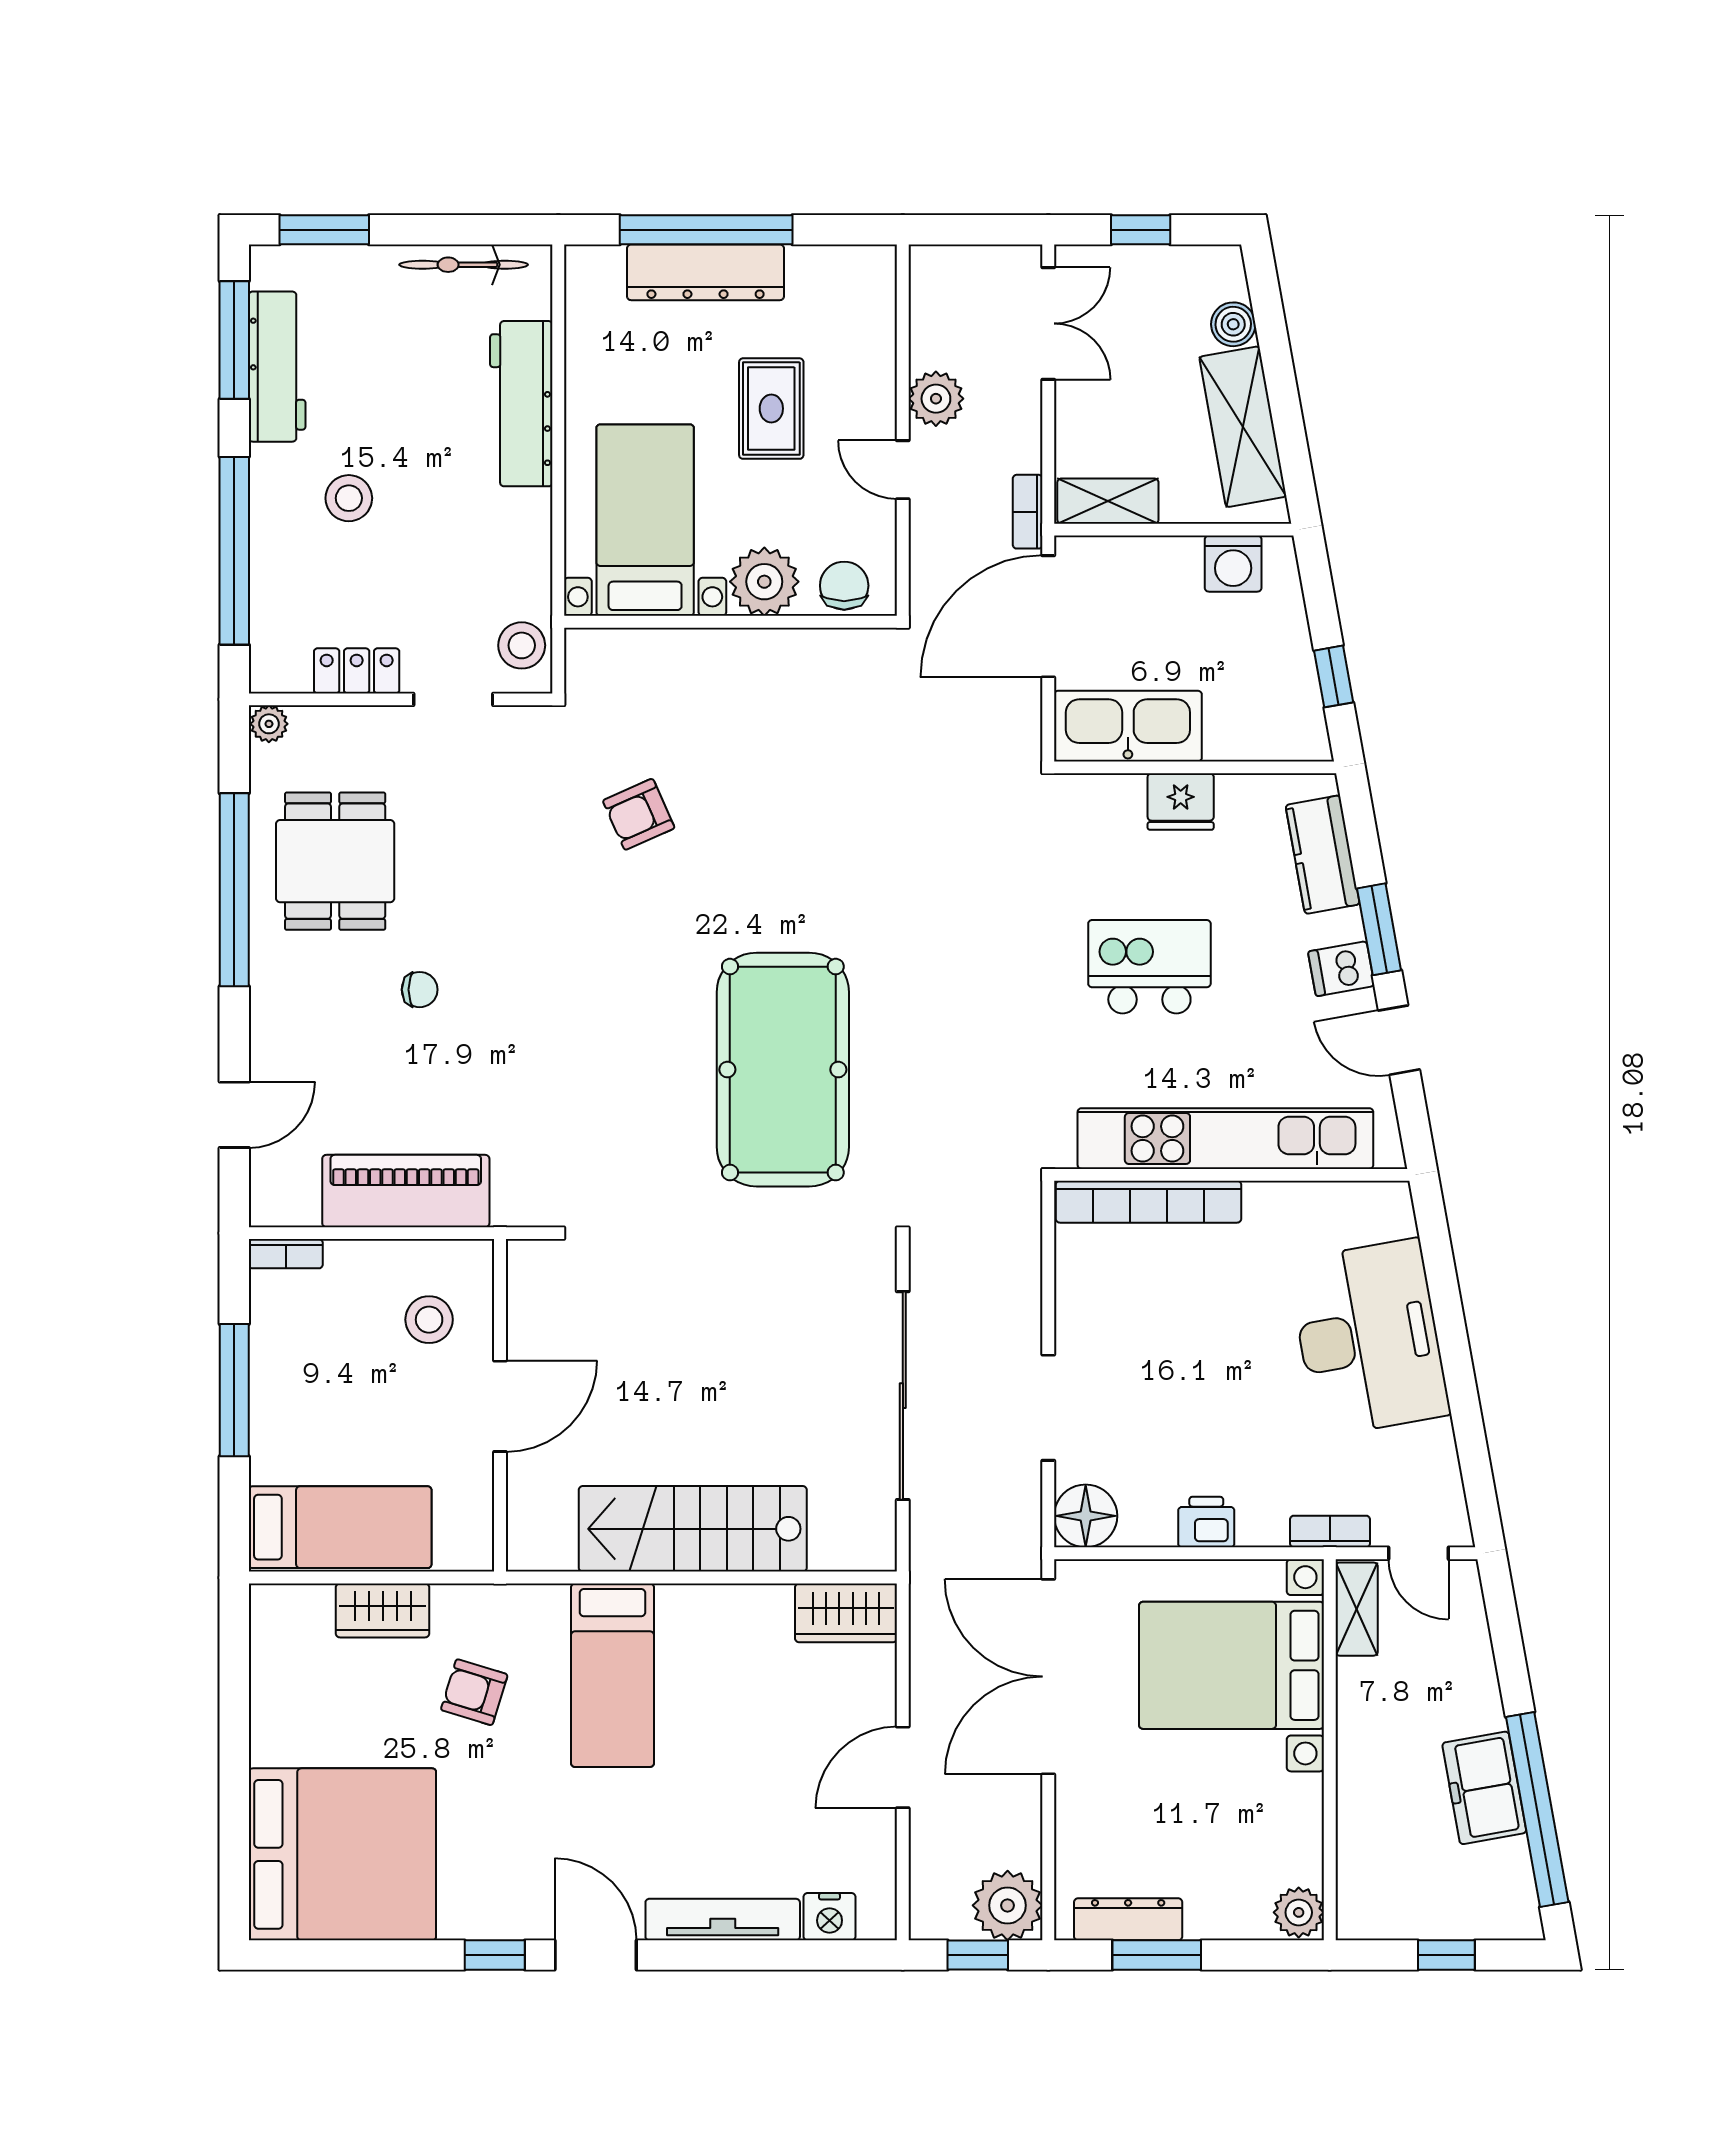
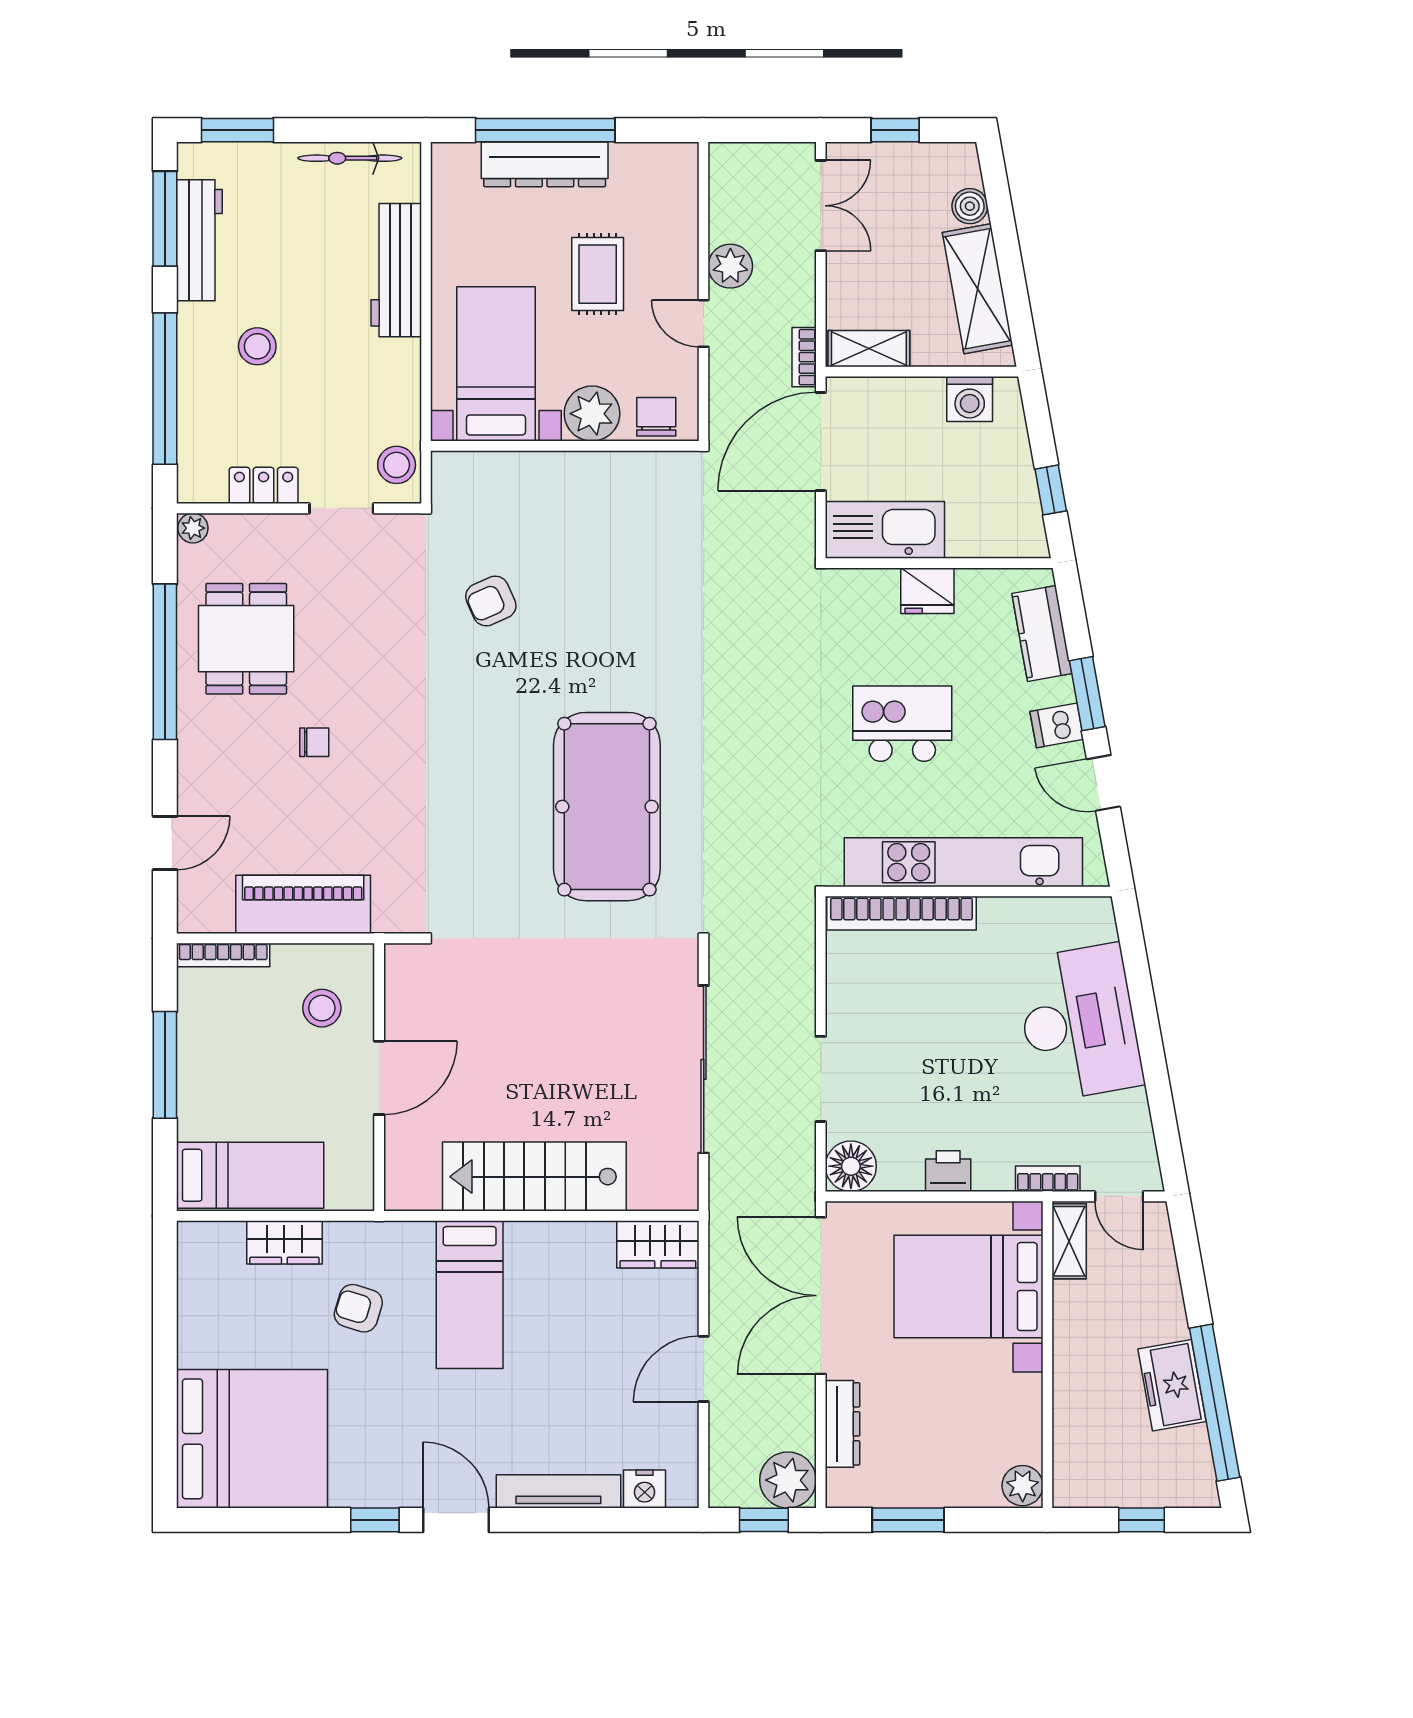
bookcase: (286, 1254) -> (223, 955), width x1.56
dresser: (1128, 1919) -> (843, 1424), moved, turned 90

